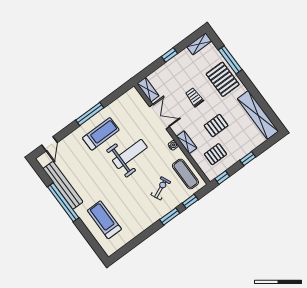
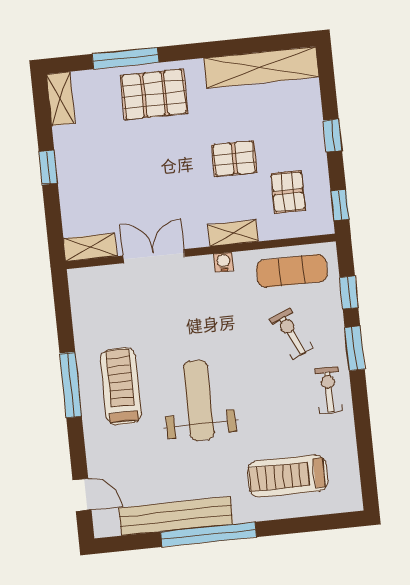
trolley: (194, 97) -> (156, 168), removed
pallet: (216, 125) -> (234, 158), turned 90
weight bench: (130, 154) -> (199, 400), moved
exercise bike: (147, 216) -> (329, 390), added

